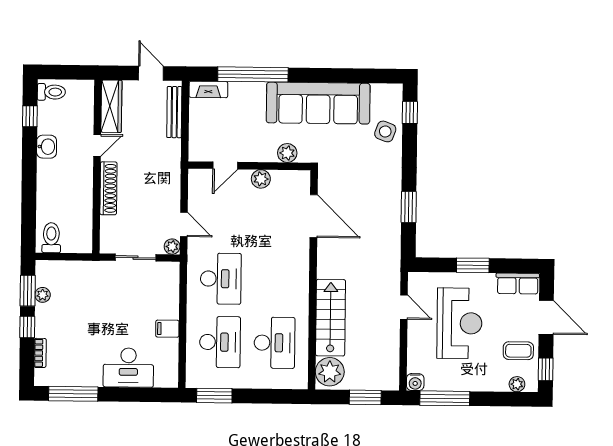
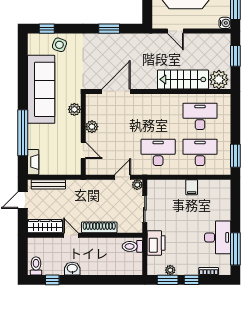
toilet: (51, 238) -> (132, 246), moved
printer: (84, 274) -> (156, 243), added
door: (404, 307) -> (175, 31), swing flipped
desk: (128, 368) -> (218, 237), moved

